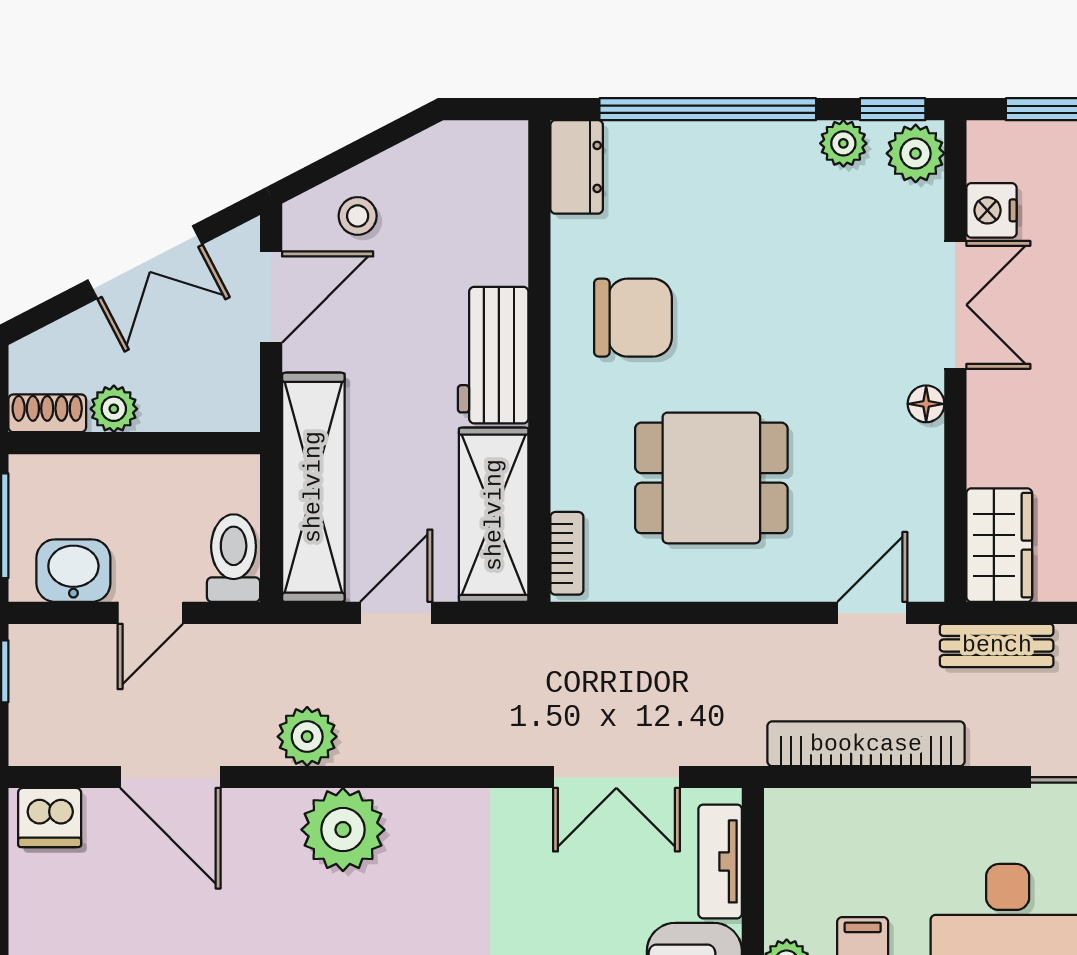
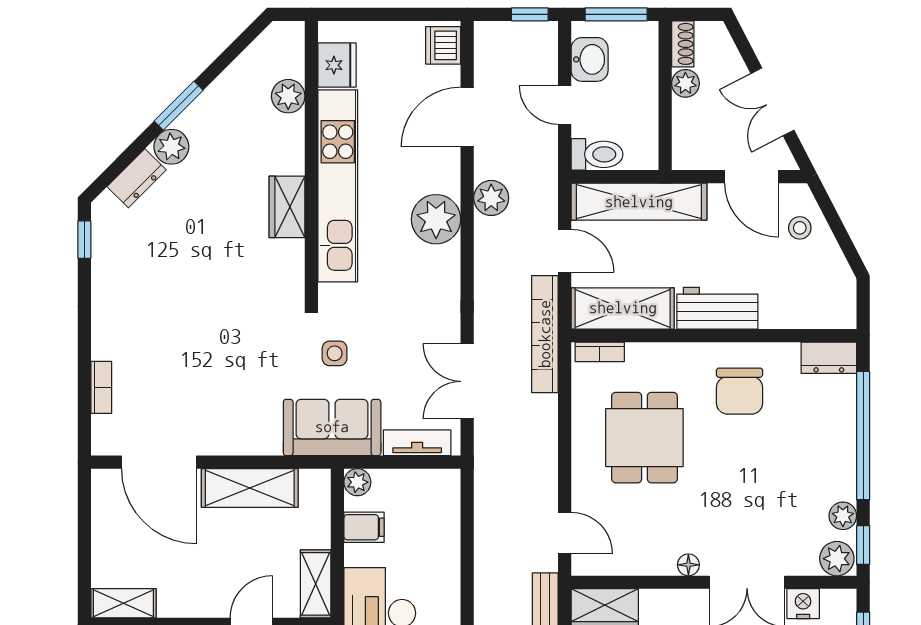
bookcase: (866, 744) -> (545, 334), moved, turned 180

